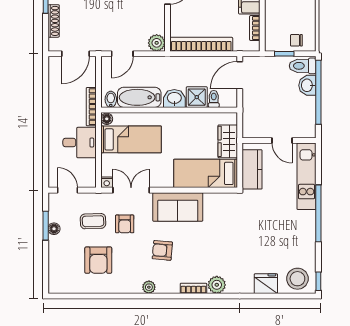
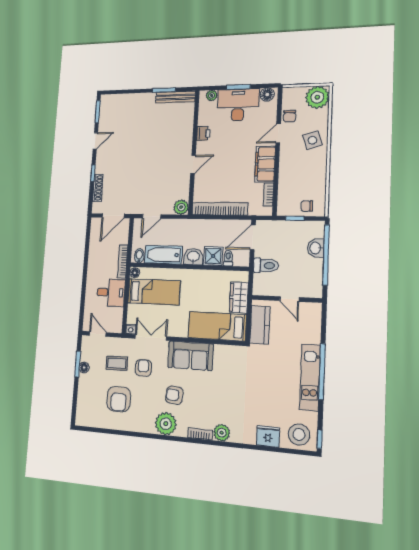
toilet: (303, 66) -> (266, 265), moved, turned 180
kitchen unit: (307, 176) -> (310, 377), moved
armchair: (125, 224) -> (143, 368), turned 180
plant: (149, 287) -> (166, 424), width x1.87, depth x1.87

